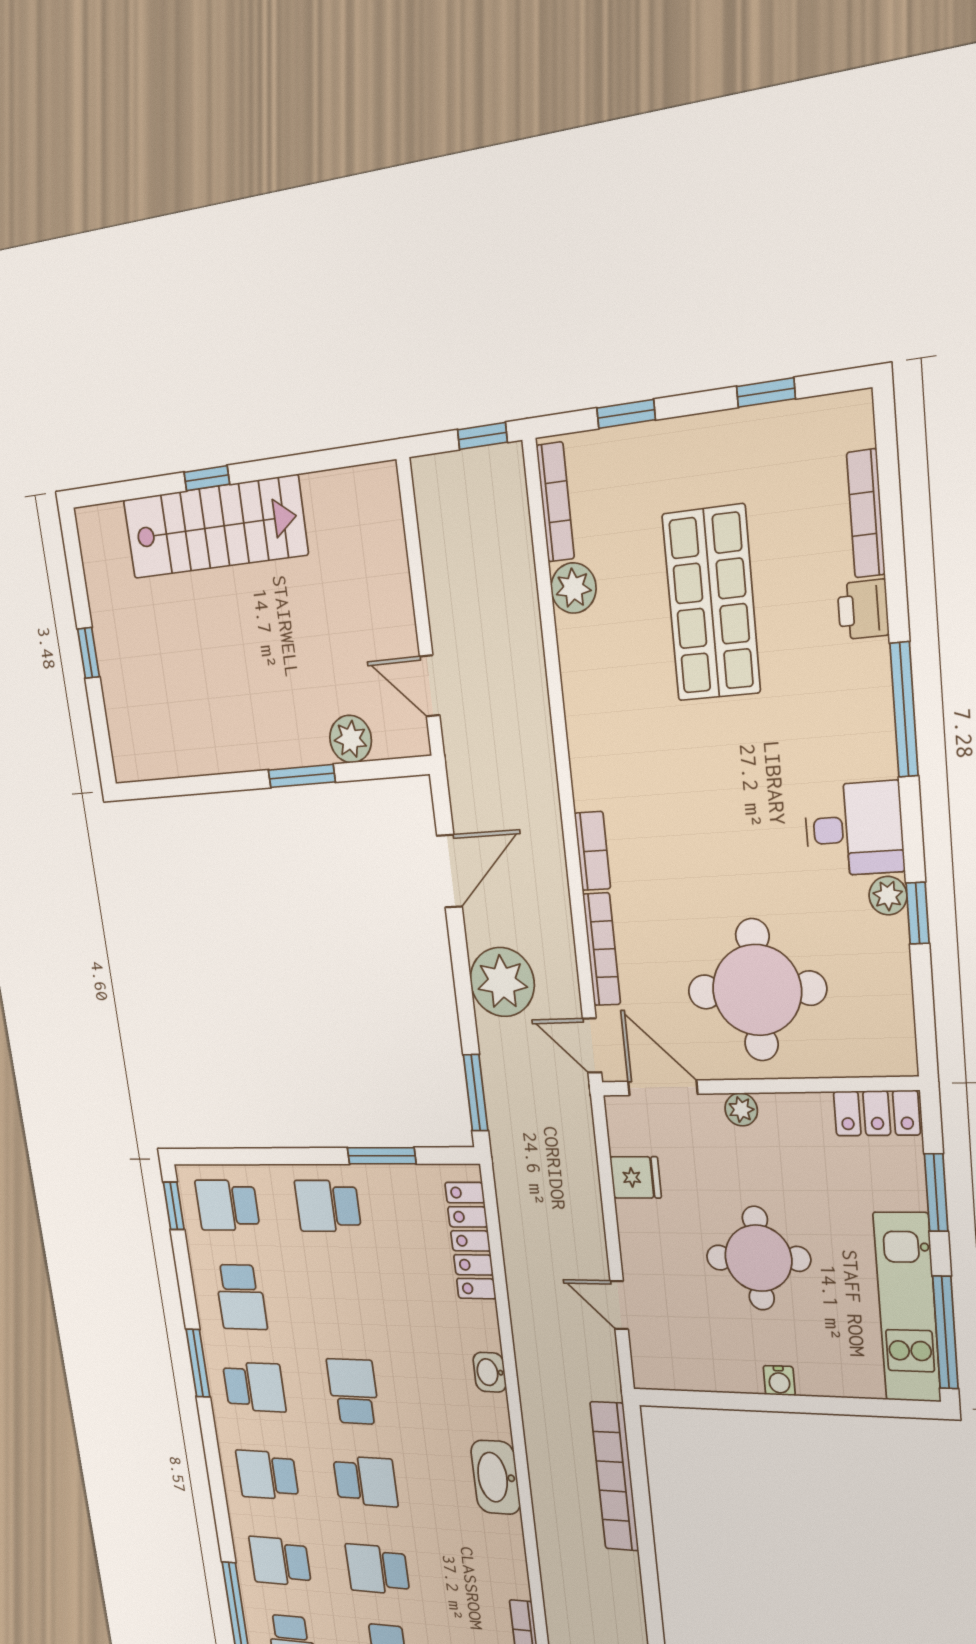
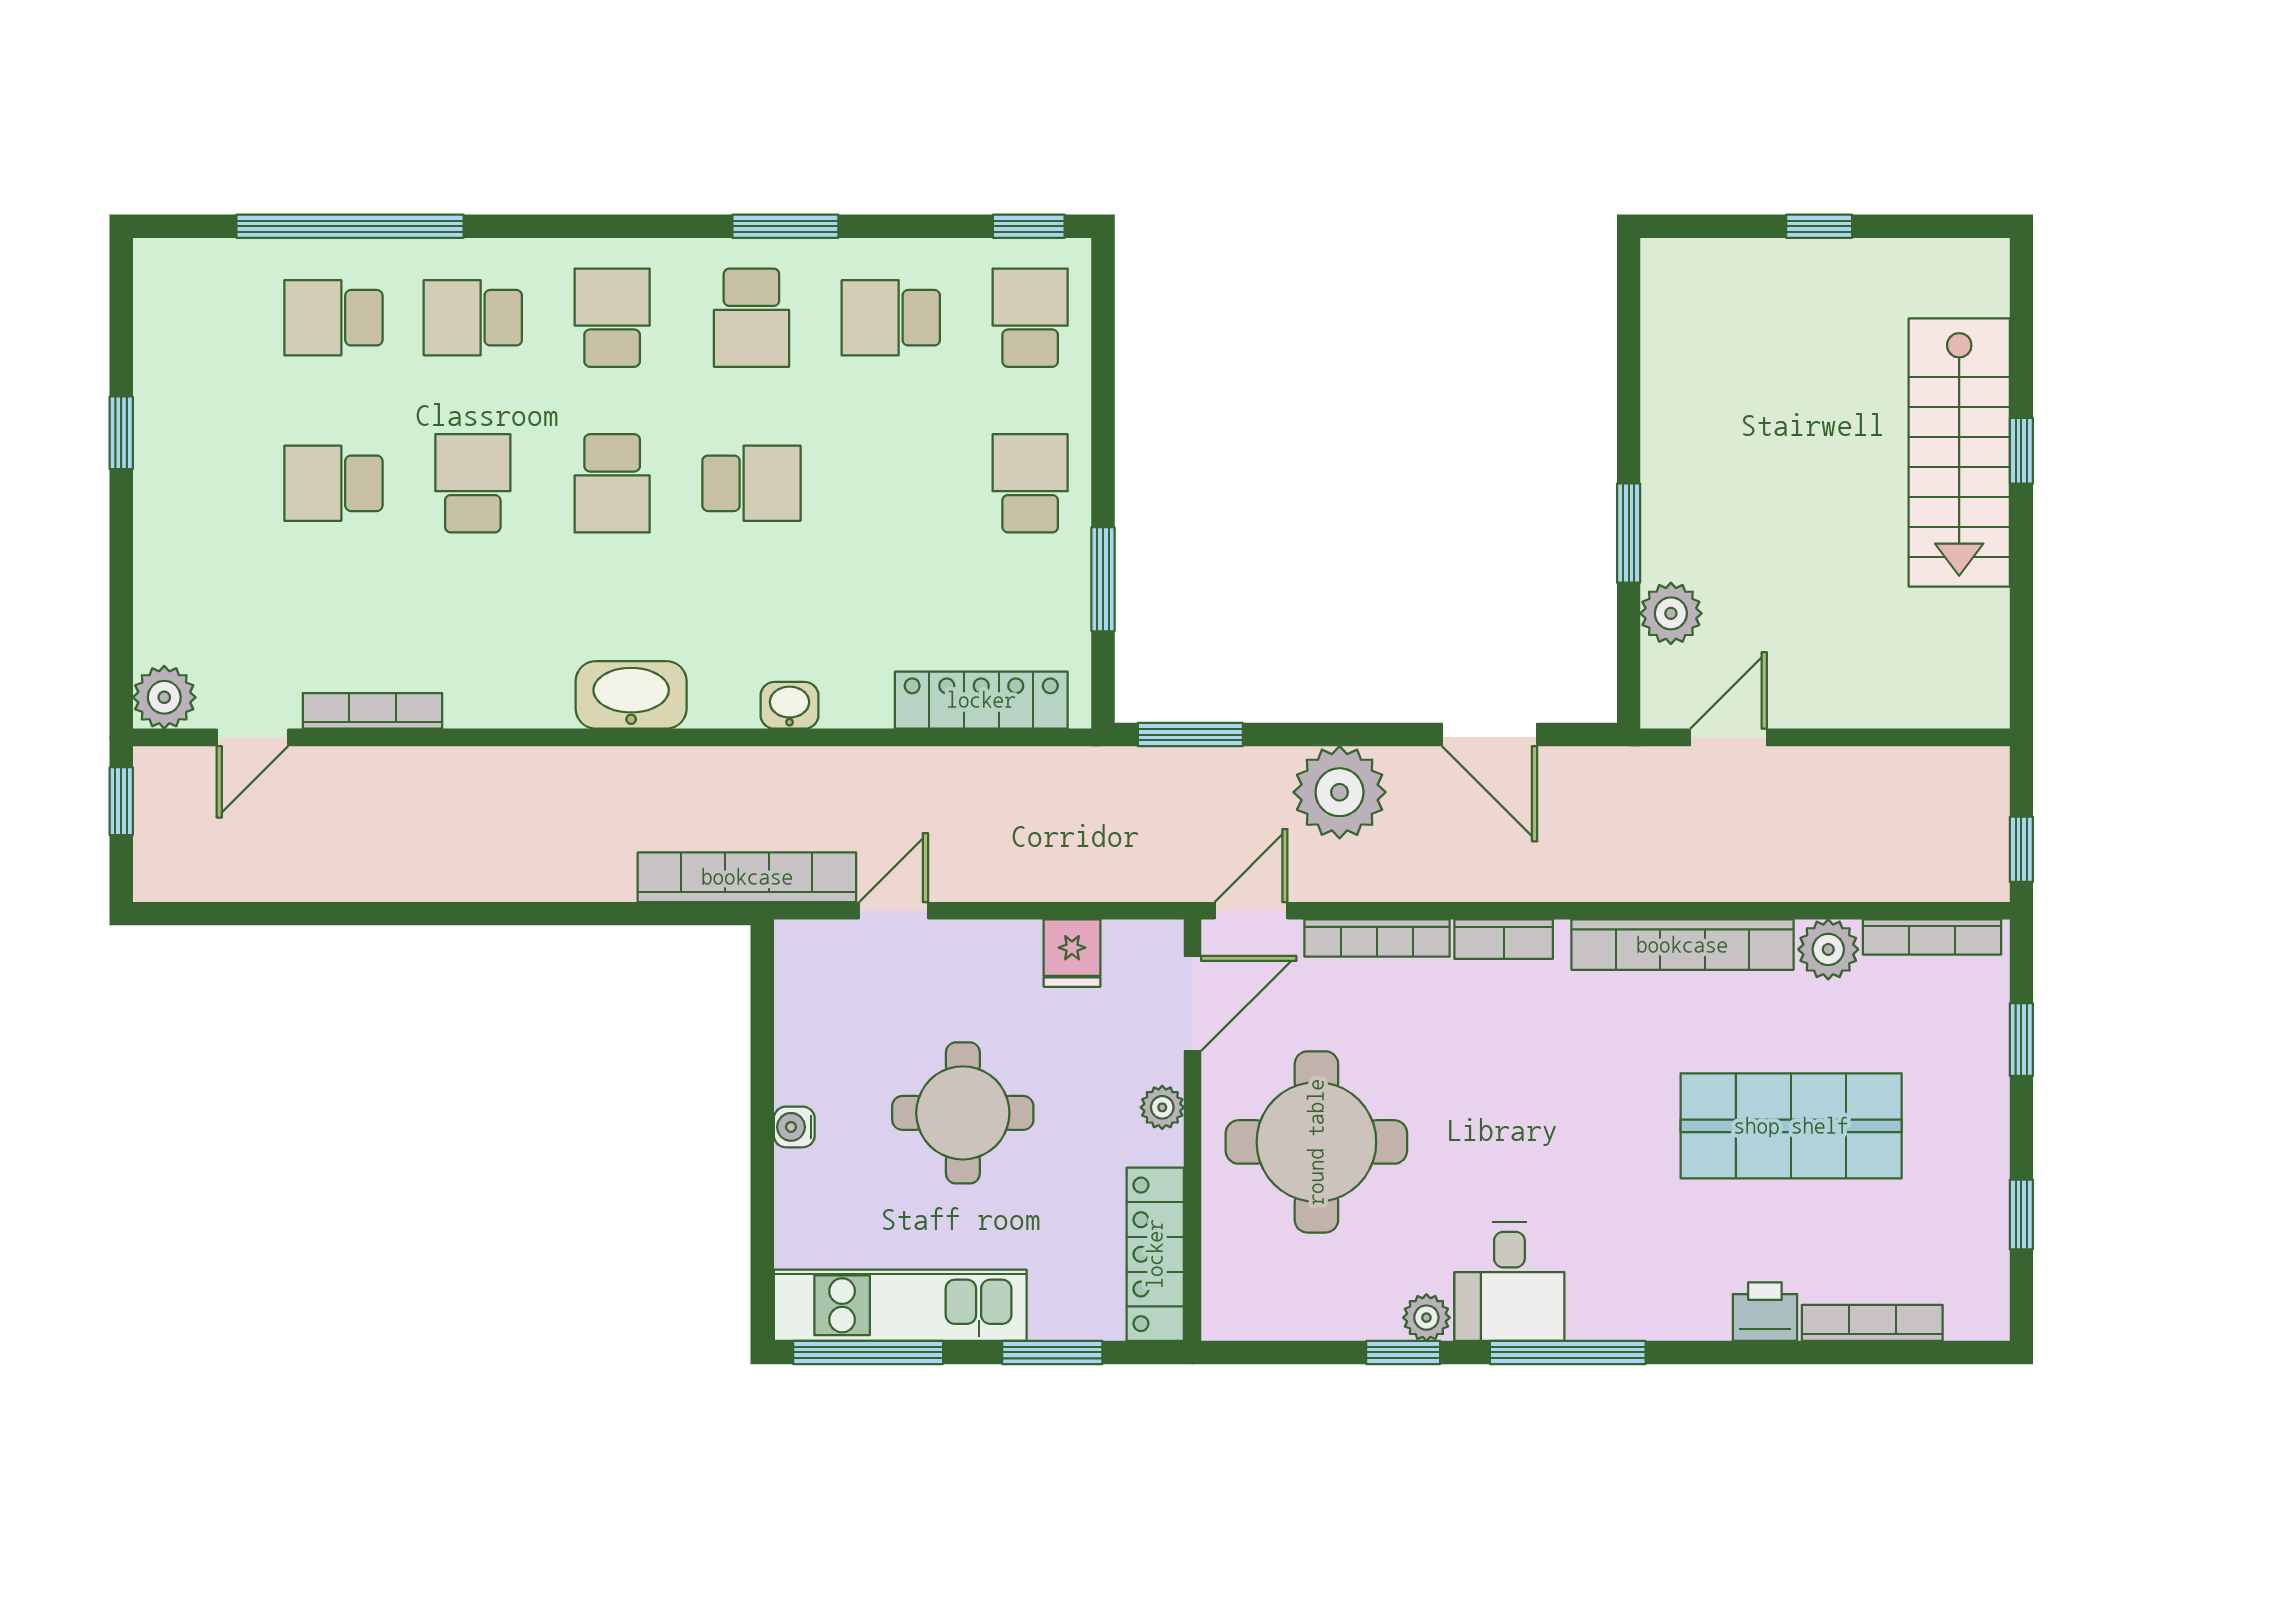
bookcase: (582, 708) -> (1682, 945), added
window: (904, 710) -> (1568, 1352), moved
locker: (877, 1113) -> (1155, 1254), width x1.53
bookcase: (614, 1477) -> (747, 877), moved
school desk: (280, 1561) -> (473, 318), turned -90

